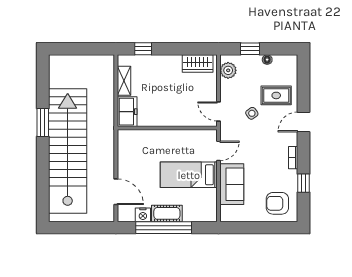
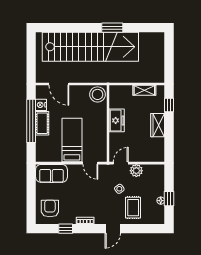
window: (250, 49) -> (169, 199), moved
wardrobe: (198, 64) -> (158, 125), moved
plant: (228, 70) -> (136, 171), moved
freezer: (127, 112) -> (117, 120), moved, turned -90
door: (304, 122) -> (113, 229), swing flipped
stool: (129, 142) -> (97, 94), added
sofa: (232, 184) -> (51, 173), moved
door: (116, 192) -> (59, 84), hinge flipped

